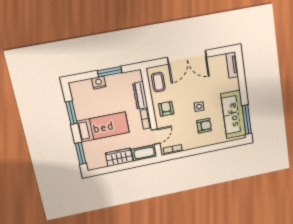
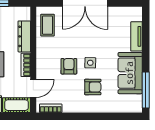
tv unit: (232, 65) -> (137, 36), moved
armchair: (166, 109) -> (69, 66), moved
sofa: (233, 115) -> (130, 73), width x0.73

